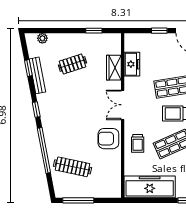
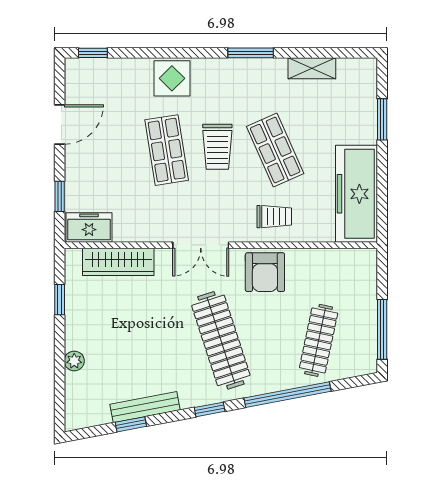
window: (159, 31) -> (60, 196), moved
plant: (42, 38) -> (74, 361), moved
clothes rail: (73, 64) -> (221, 340), moved, width x1.86, depth x1.31
freezer: (132, 64) -> (89, 227), moved
wardrobe: (114, 68) -> (118, 262), width x1.50

